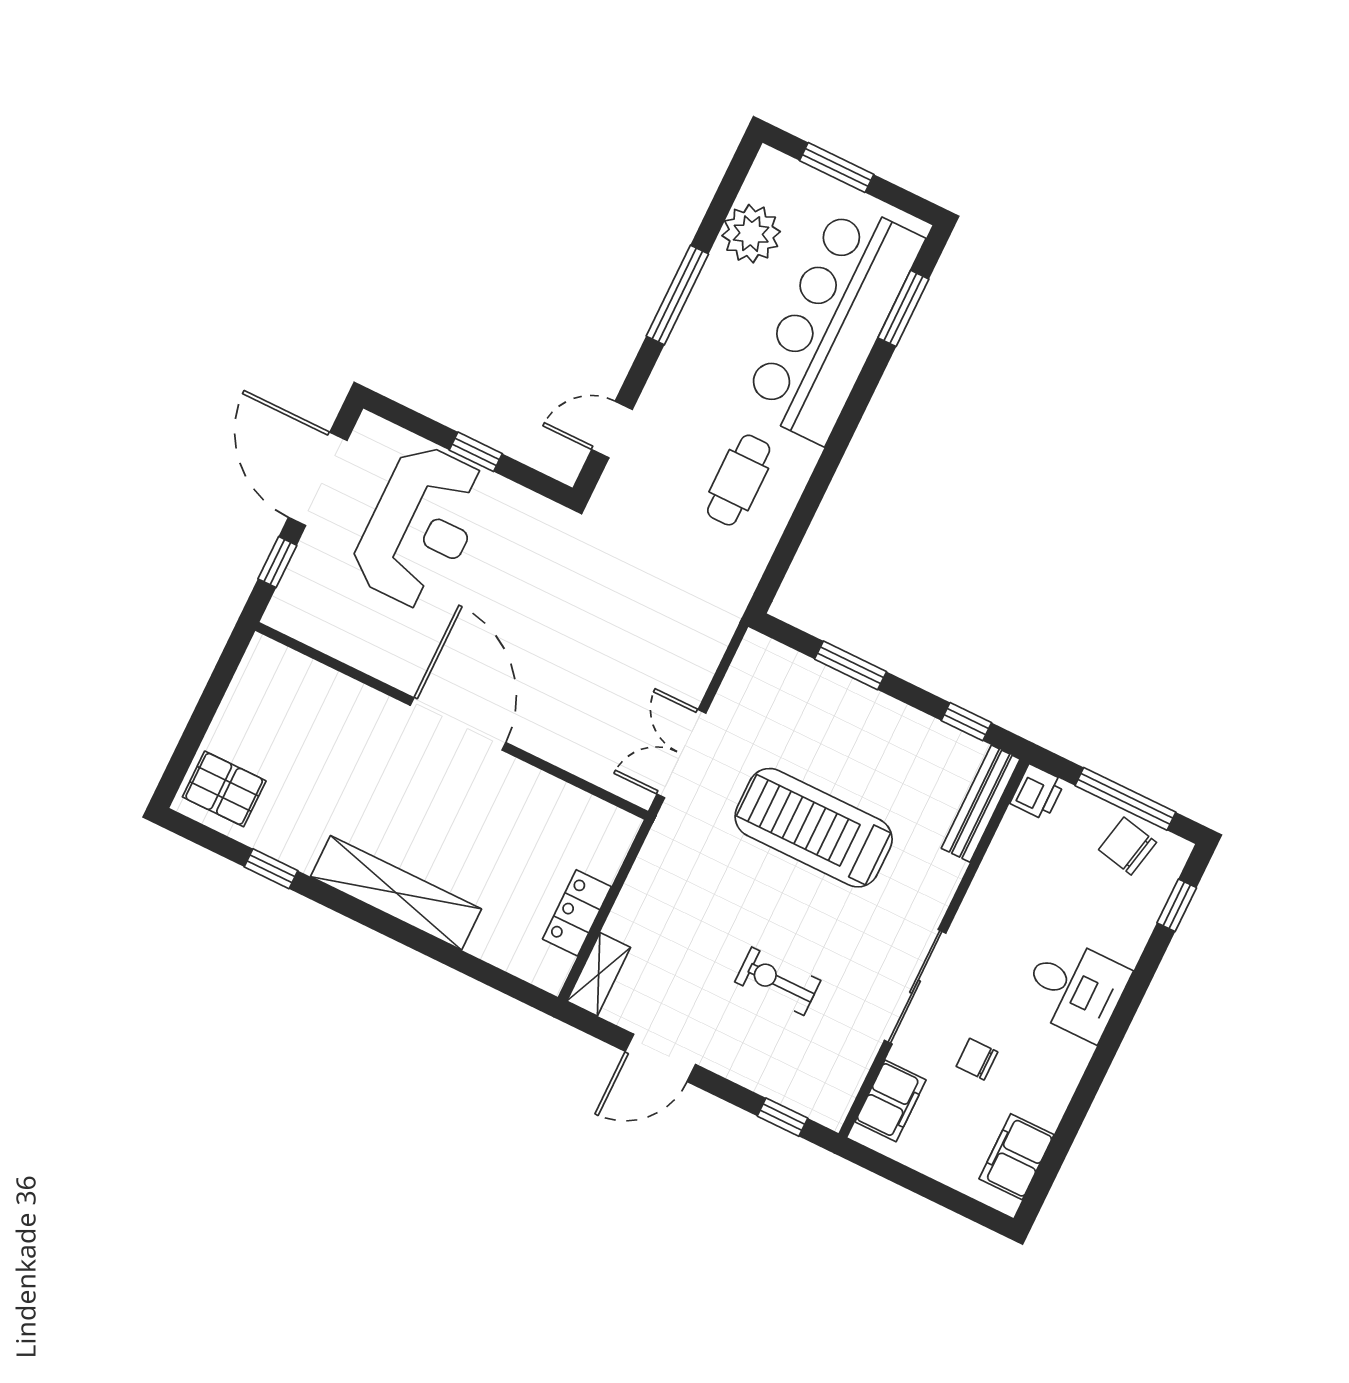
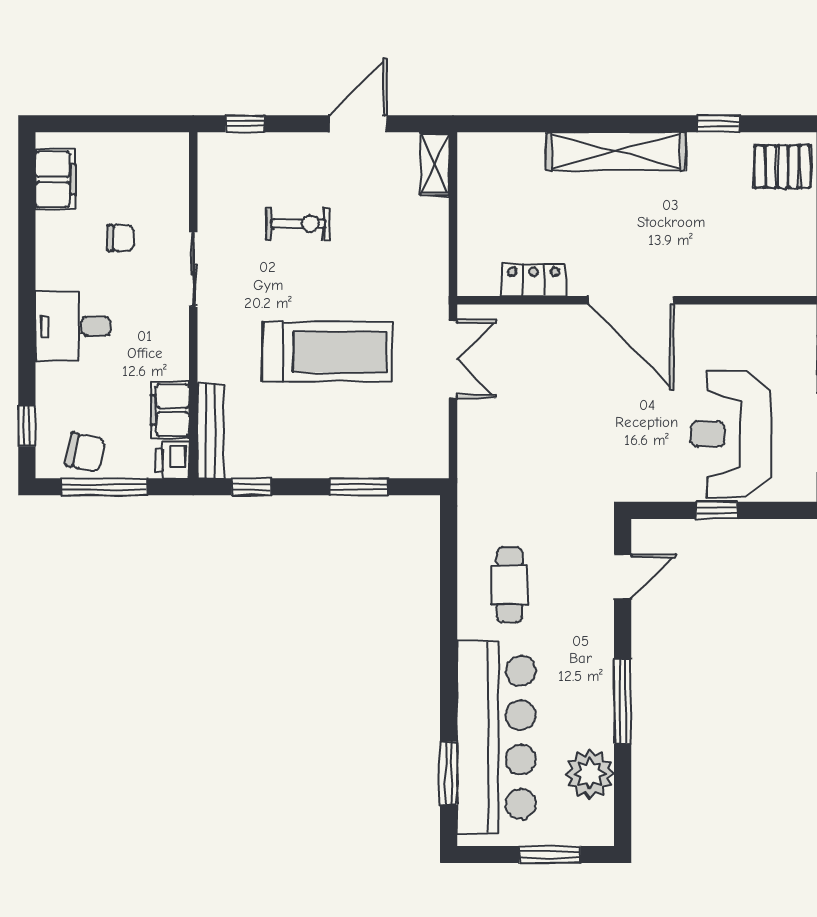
locker: (577, 913) -> (533, 280), moved, turned -90
sliding door: (915, 987) -> (193, 270), width x0.73
filing cabinet: (891, 1101) -> (170, 410), moved

